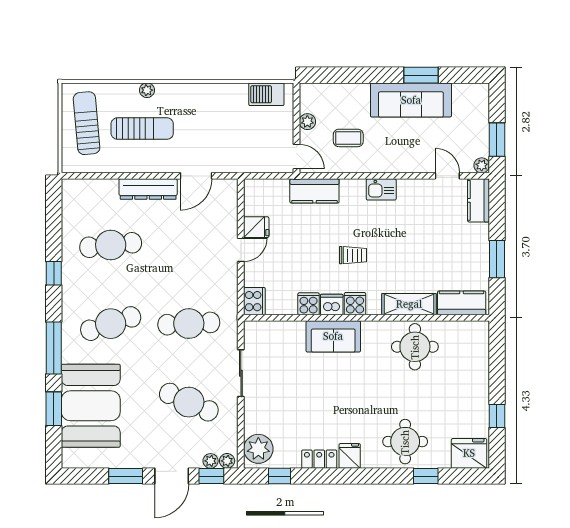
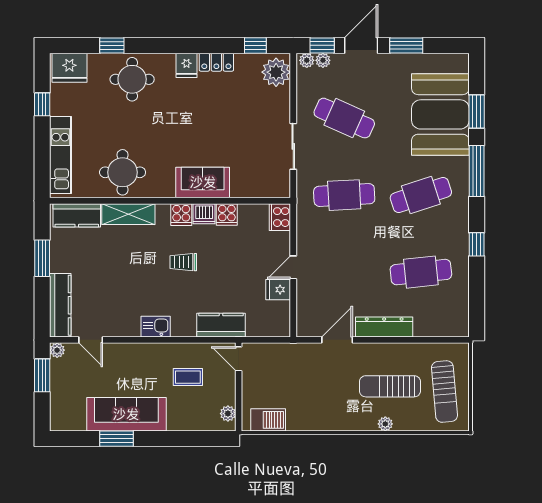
plant: (307, 122) -> (228, 414), moved
kitchen counter: (478, 200) -> (60, 305), width x1.50
kitchen unit: (478, 364) -> (60, 155), added

